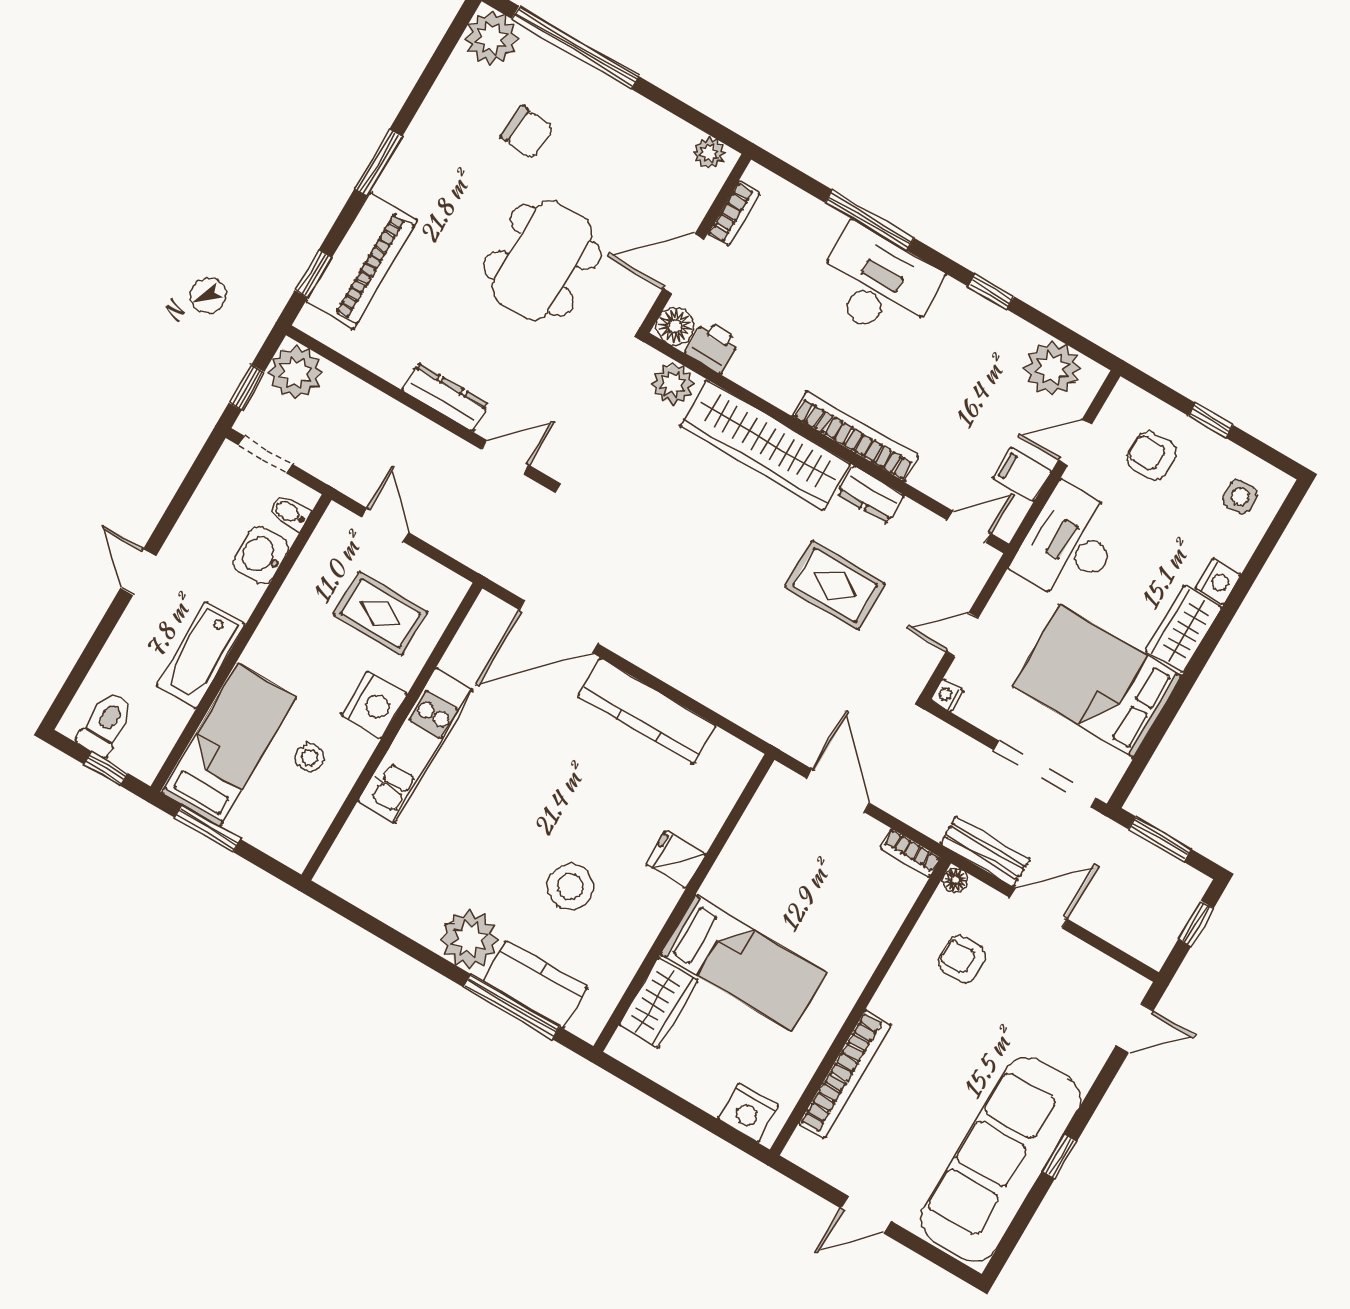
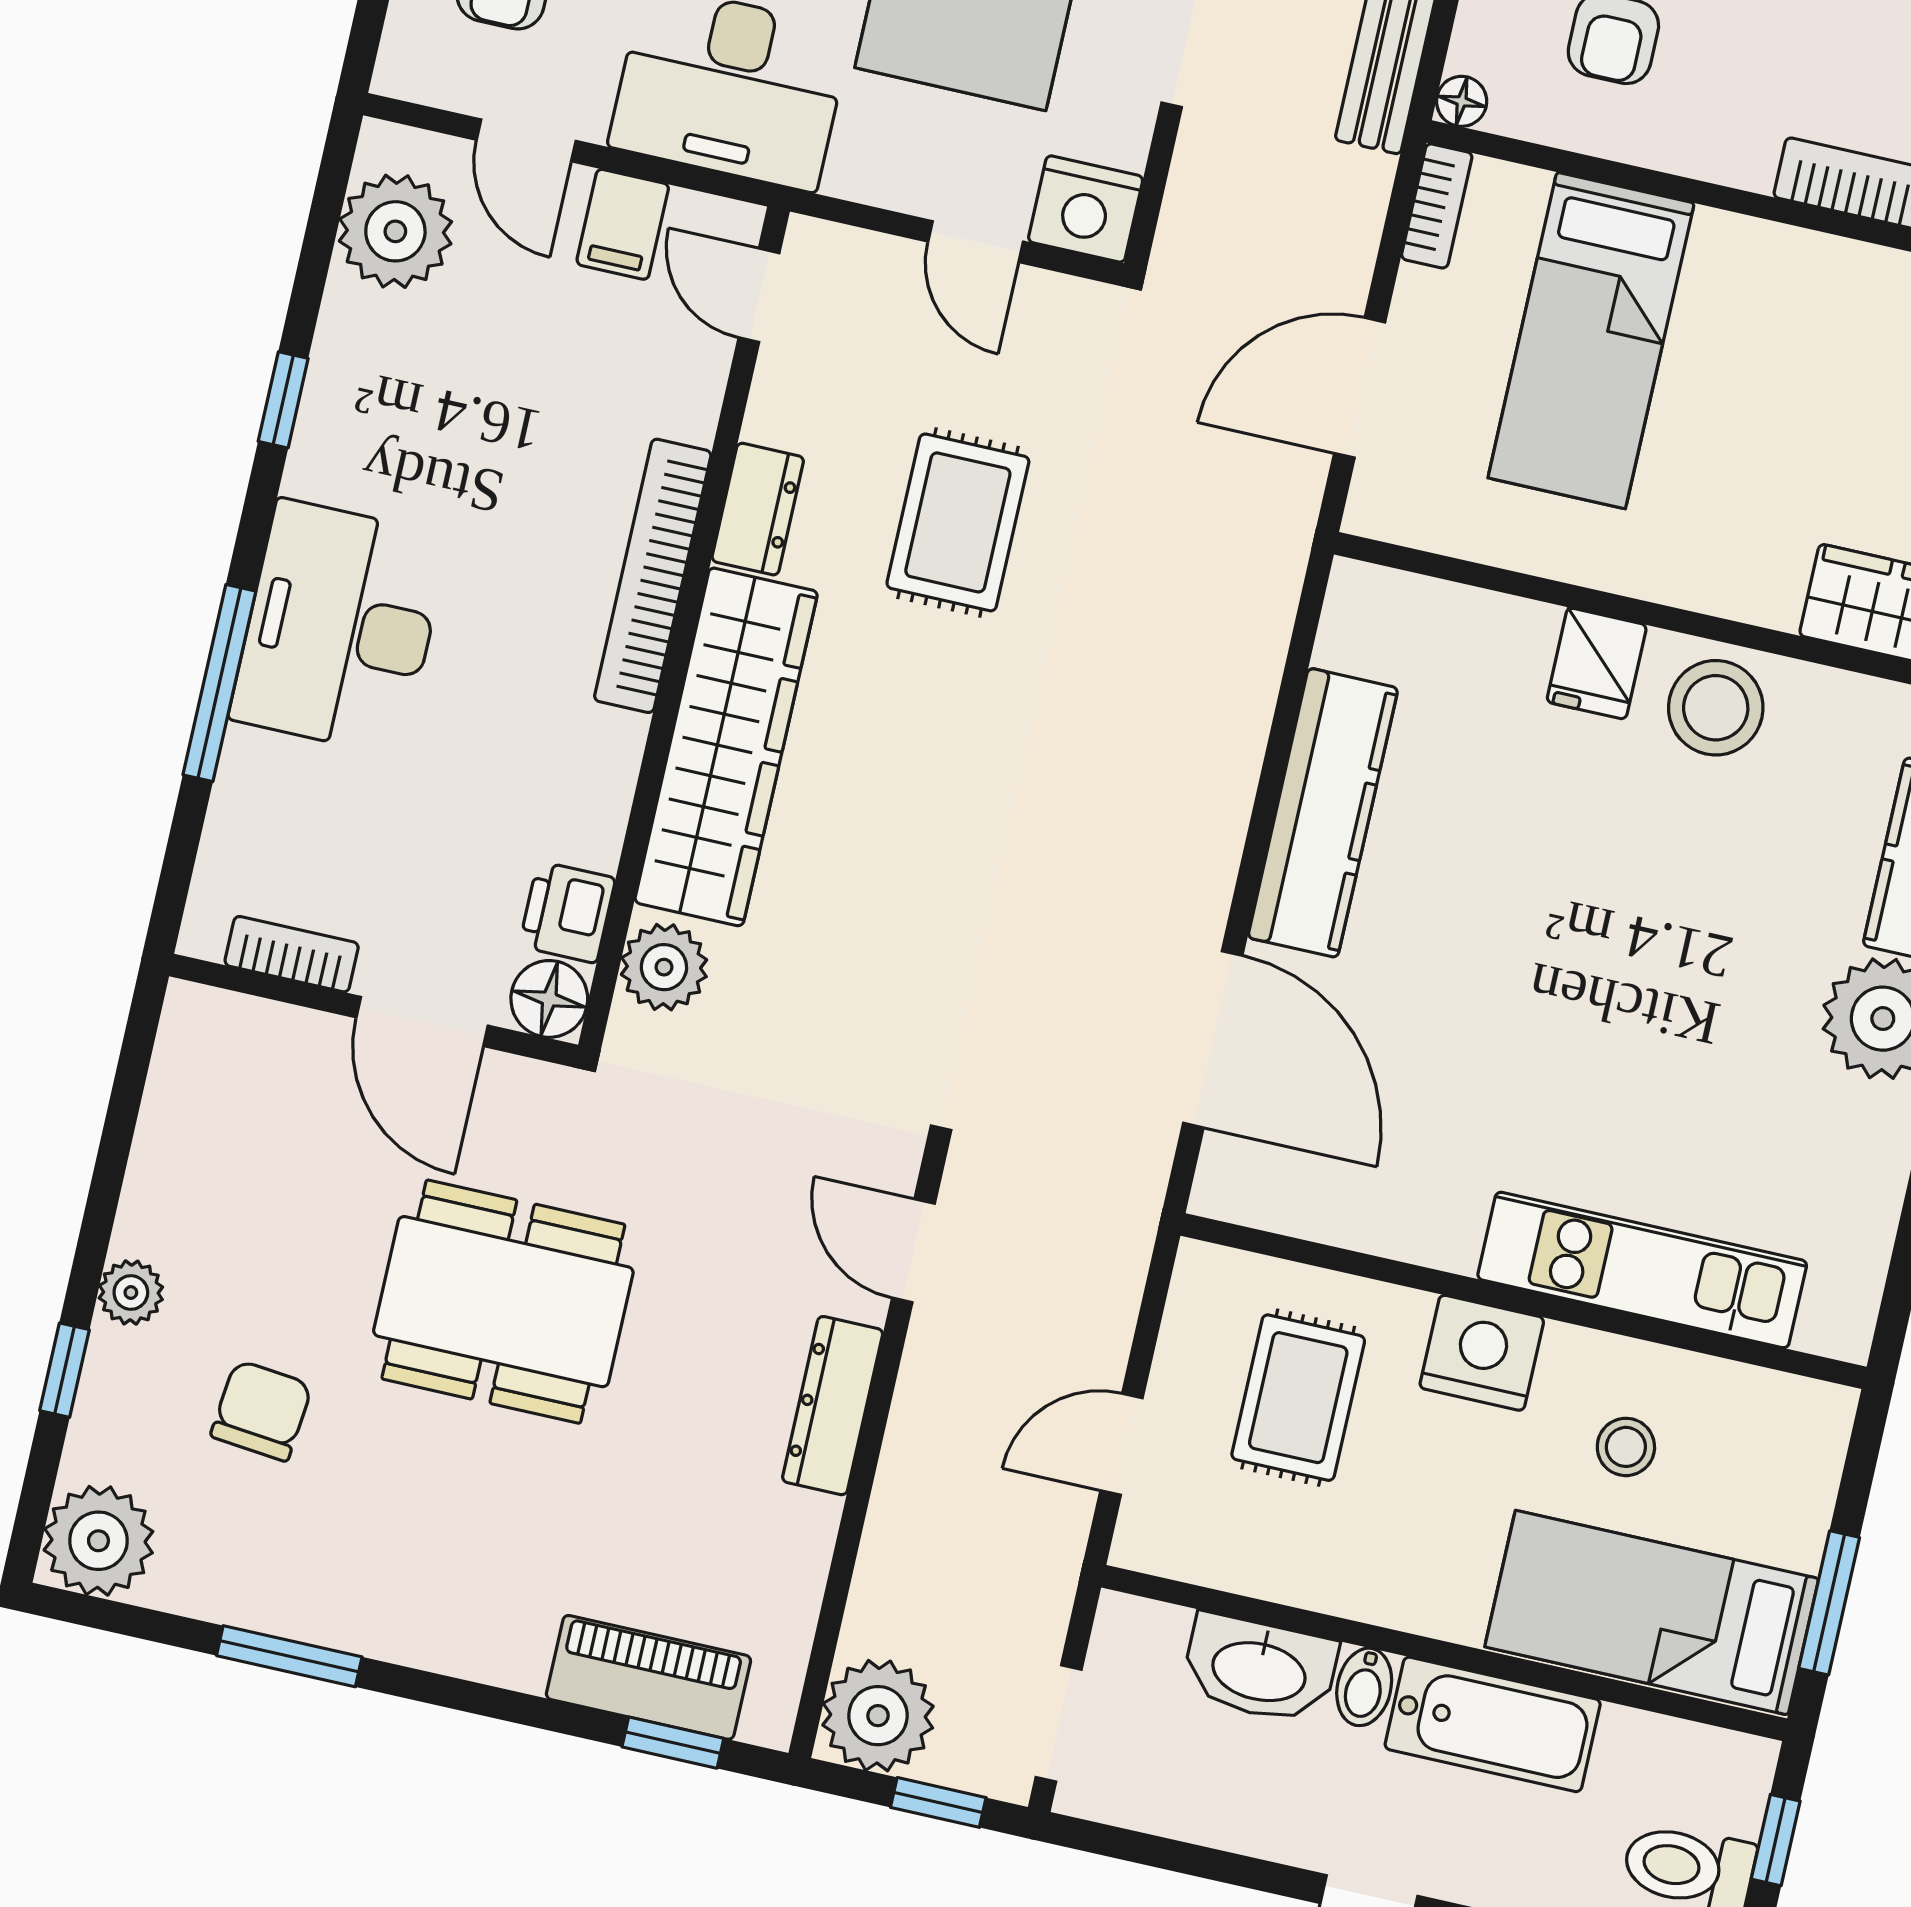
window: (575, 47) -> (64, 1370), width x0.32
plant: (709, 153) -> (131, 1293), moved
window: (378, 163) -> (289, 1656), moved
piano: (362, 261) -> (648, 1677), width x0.73, depth x0.75
bidet: (289, 512) -> (1364, 1687), moved
washbasin: (261, 555) -> (1259, 1669), width x1.38
nightstand: (947, 695) -> (1086, 209), width x1.89, depth x1.79
kitchen unit: (416, 745) -> (1642, 1270), moved
stool: (571, 887) -> (1716, 708), moved
bed: (743, 963) -> (1591, 340), moved, turned 180

